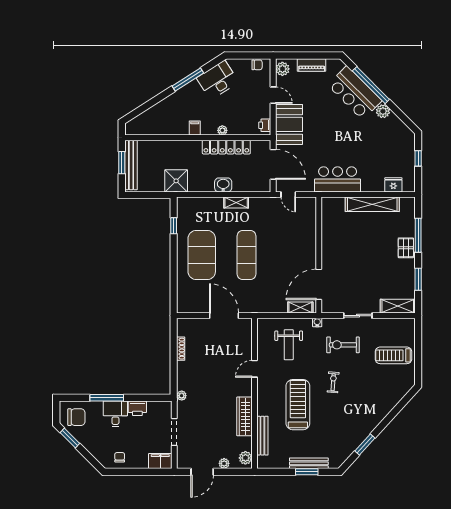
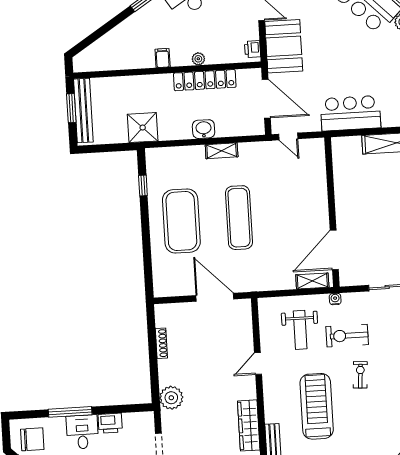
exercise bike: (343, 345) -> (347, 336), moved
plant: (182, 396) -> (171, 398), width x1.88, depth x1.88

